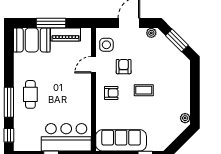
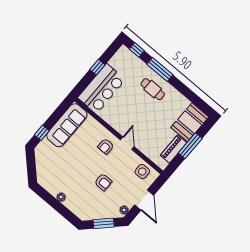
door: (93, 65) -> (127, 143), moved
armchair: (124, 67) -> (103, 182), moved
coffee table: (144, 90) -> (88, 171), removed
plant: (185, 118) -> (61, 197), moved

